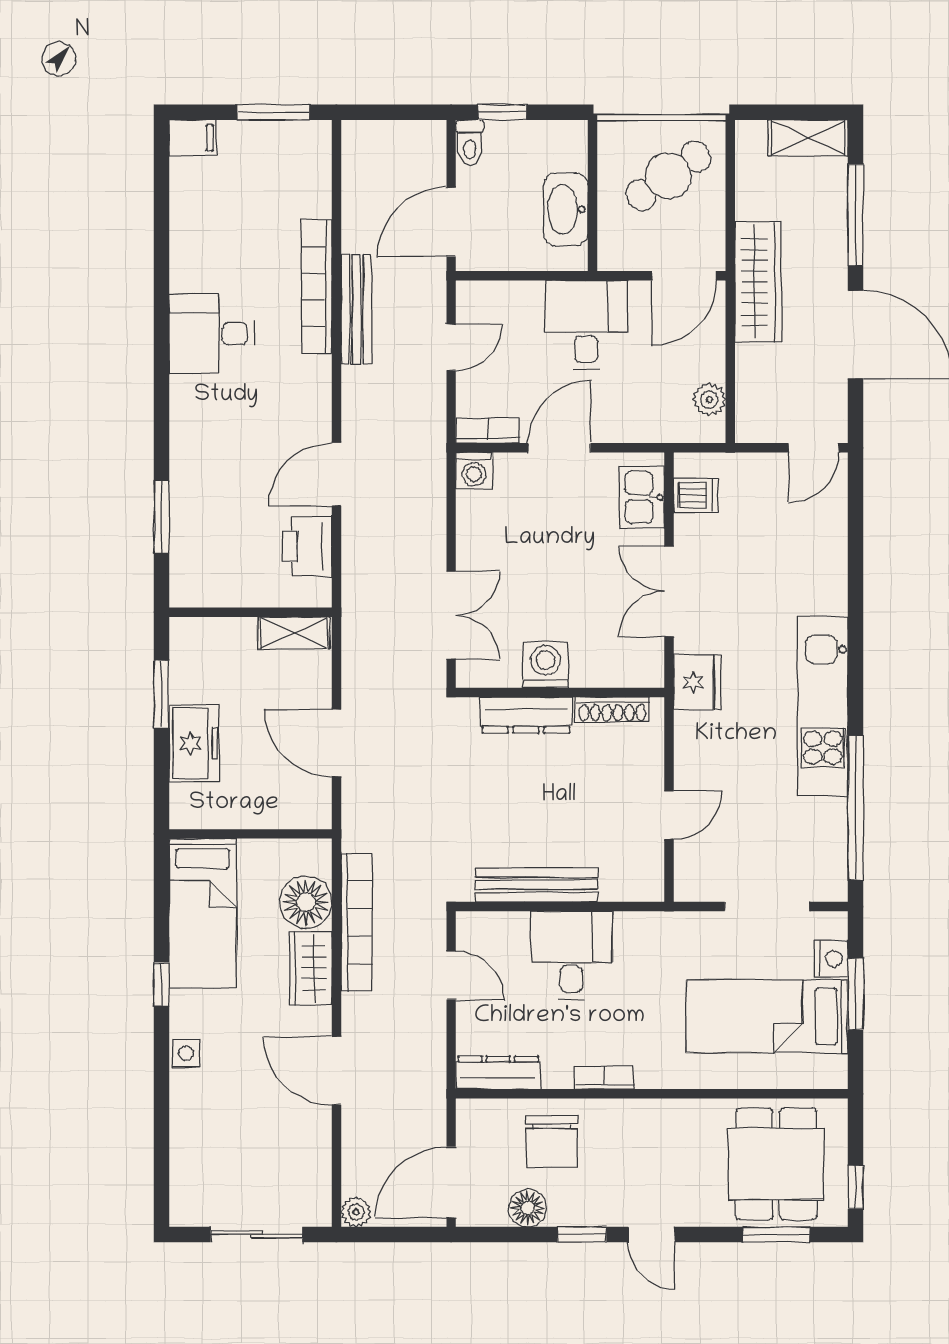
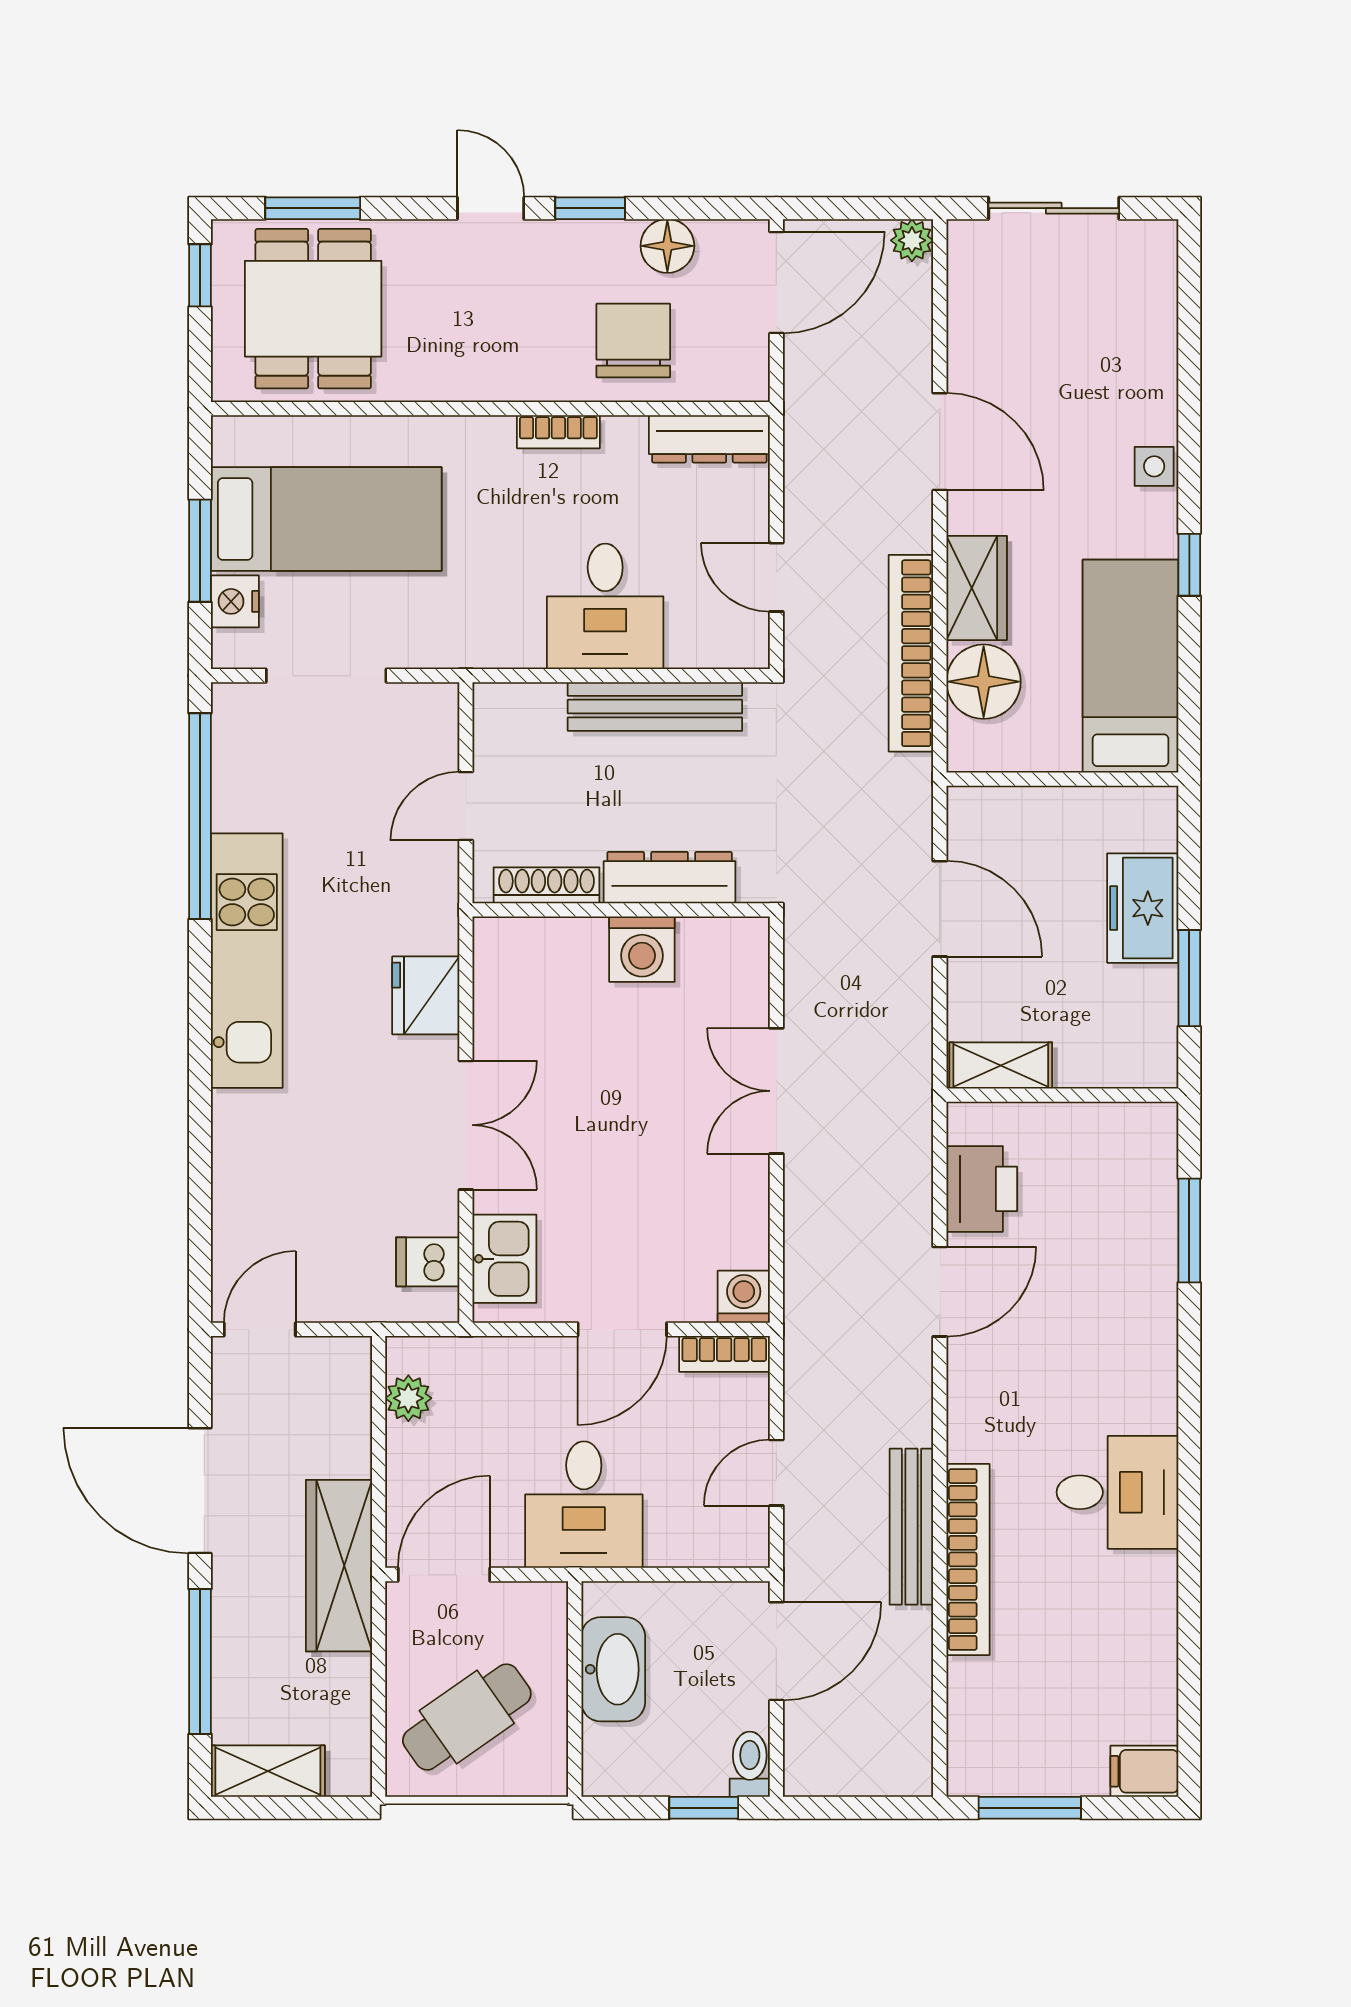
washing machine: (545, 665) -> (642, 949), moved
wall: (560, 692) -> (621, 910), moved
shoe rack: (612, 710) -> (546, 885), moved
dresser: (526, 715) -> (670, 878), moved

